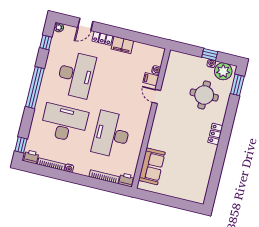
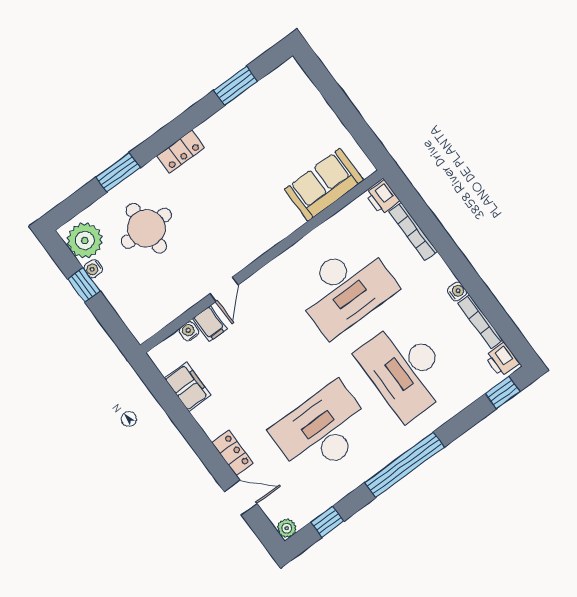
filing cabinet: (122, 45) -> (188, 387), moved
window: (237, 85) -> (118, 172), moved
window: (215, 176) -> (236, 86), added

